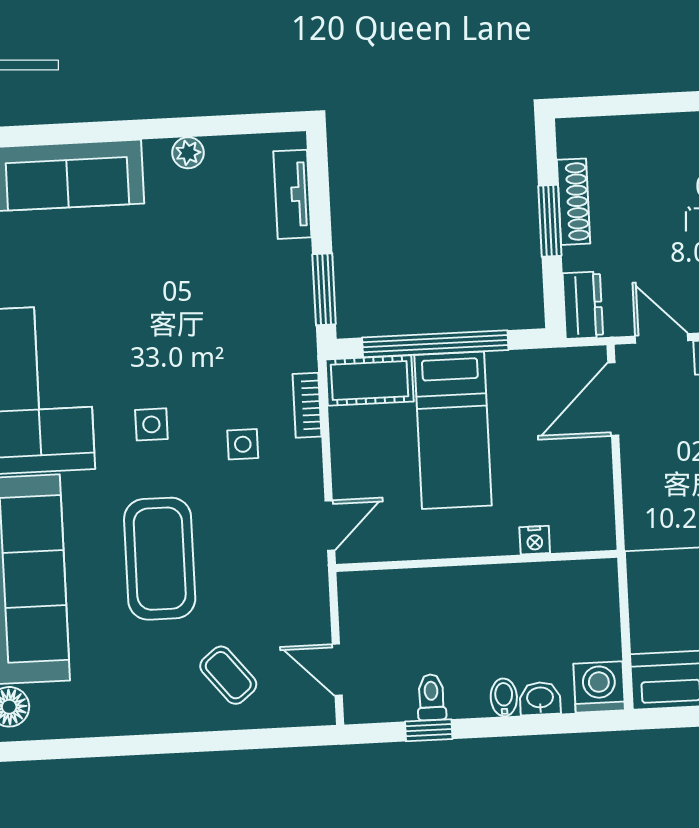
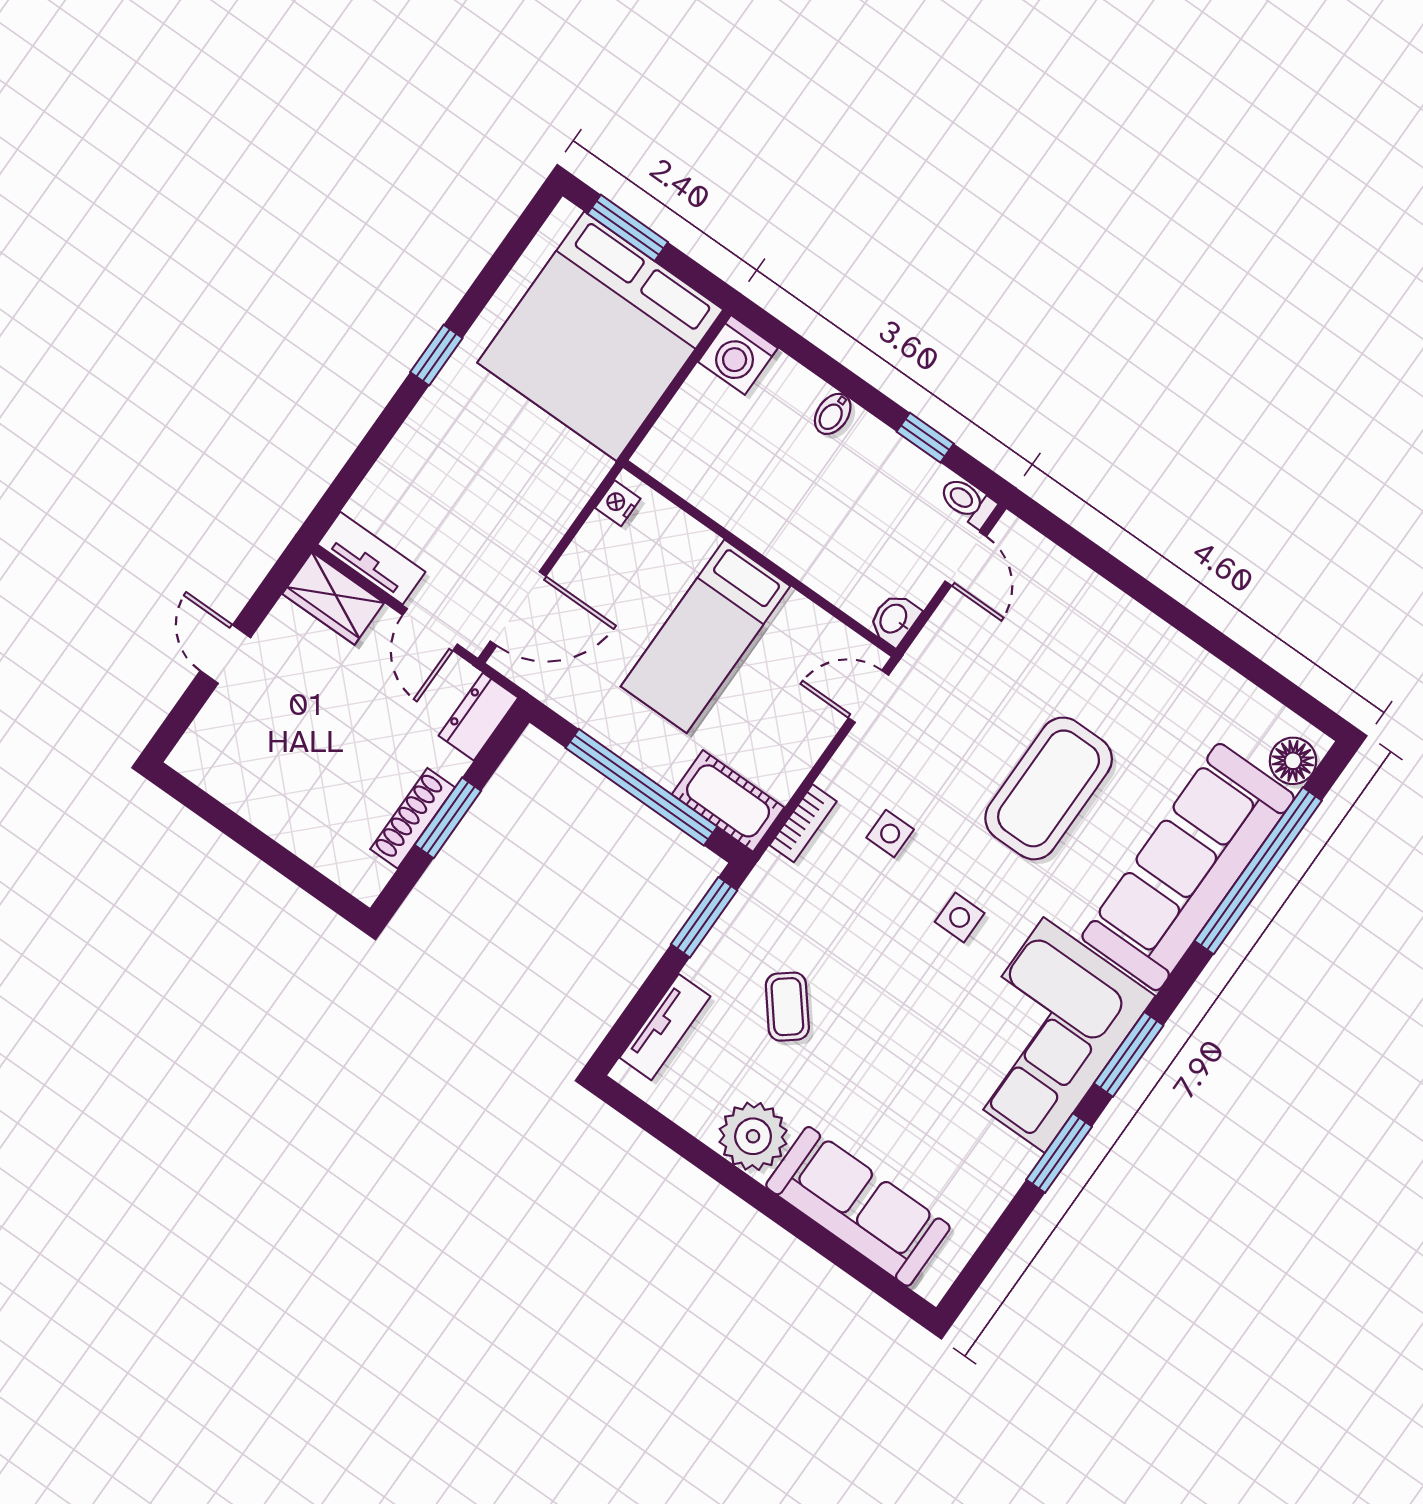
plant: (188, 153) -> (753, 1136), width x1.88, depth x1.88
bed: (453, 430) -> (705, 636), moved, turned 180
nightstand: (535, 540) -> (618, 503), moved, turned -90
coffee table: (228, 675) -> (787, 1007), moved
toilet: (431, 697) -> (967, 502), moved, turned 90
washbasin: (540, 698) -> (894, 619), moved, turned 90

